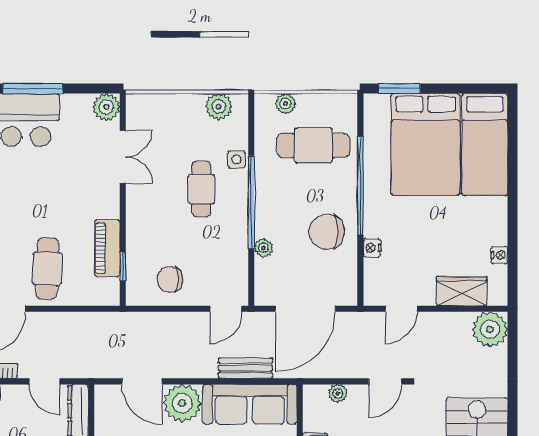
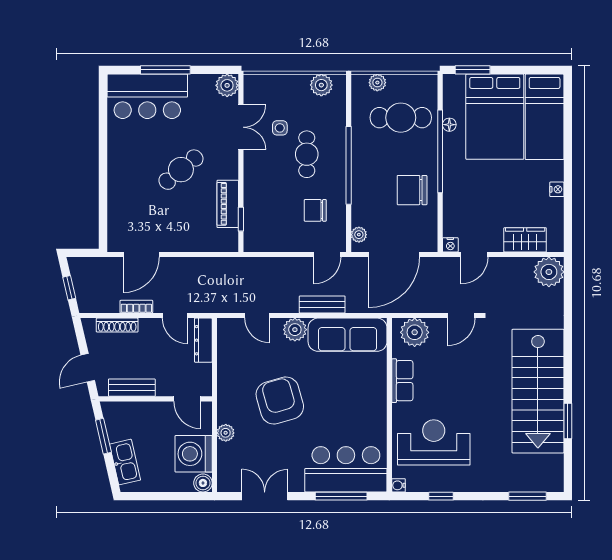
floor lamp: (371, 154) -> (449, 125), added
side table: (236, 159) -> (280, 128), moved
plant: (263, 248) -> (359, 235), moved
nightstand: (372, 248) -> (450, 245), moved, turned -90
nightstand: (499, 255) -> (557, 189), moved
cafe table: (47, 268) -> (181, 170), moved, turned 48
chair: (170, 279) -> (315, 210), moved
bench: (245, 368) -> (322, 304), moved
door: (142, 381) -> (257, 316), width x0.73
plant: (338, 393) -> (415, 332), width x1.87, depth x1.87
plant: (182, 403) -> (295, 330), width x0.73, depth x0.73

